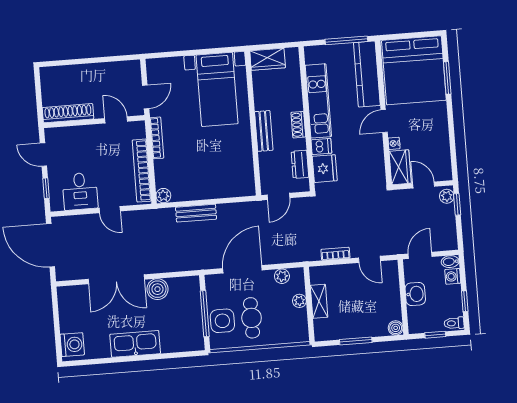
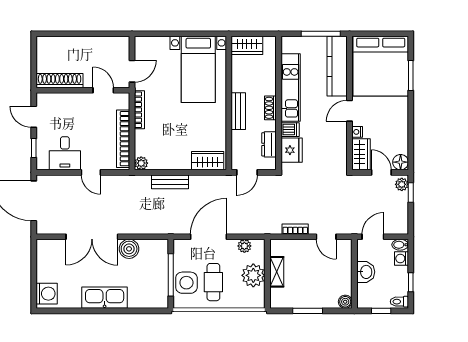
floor lamp: (444, 172) -> (401, 162), added
wardrobe: (235, 187) -> (208, 161), added
plant: (299, 301) -> (253, 275), width x1.88, depth x1.88

